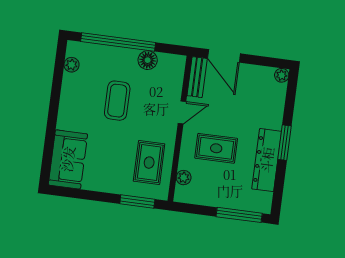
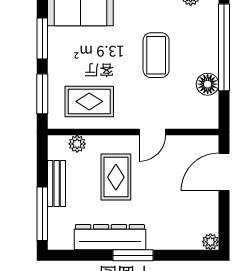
bench: (197, 77) -> (57, 183), moved, turned 90
coffee table: (117, 101) -> (156, 55), turned 90
door: (182, 112) -> (152, 132), hinge flipped
window: (90, 195) -> (42, 38), added

